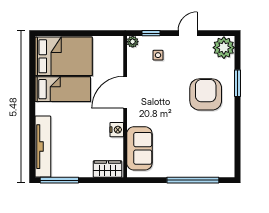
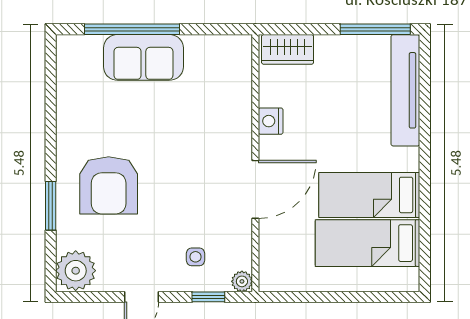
bed: (64, 56) -> (368, 243), width x0.67
sofa: (139, 148) -> (143, 57), moved, turned -90

